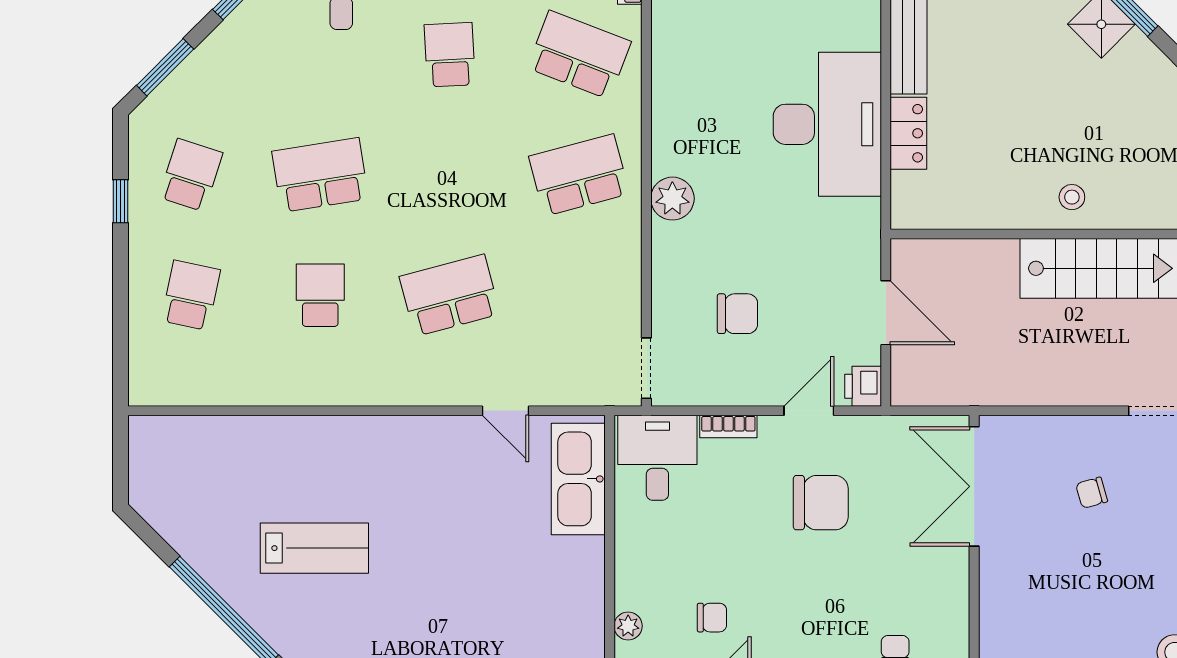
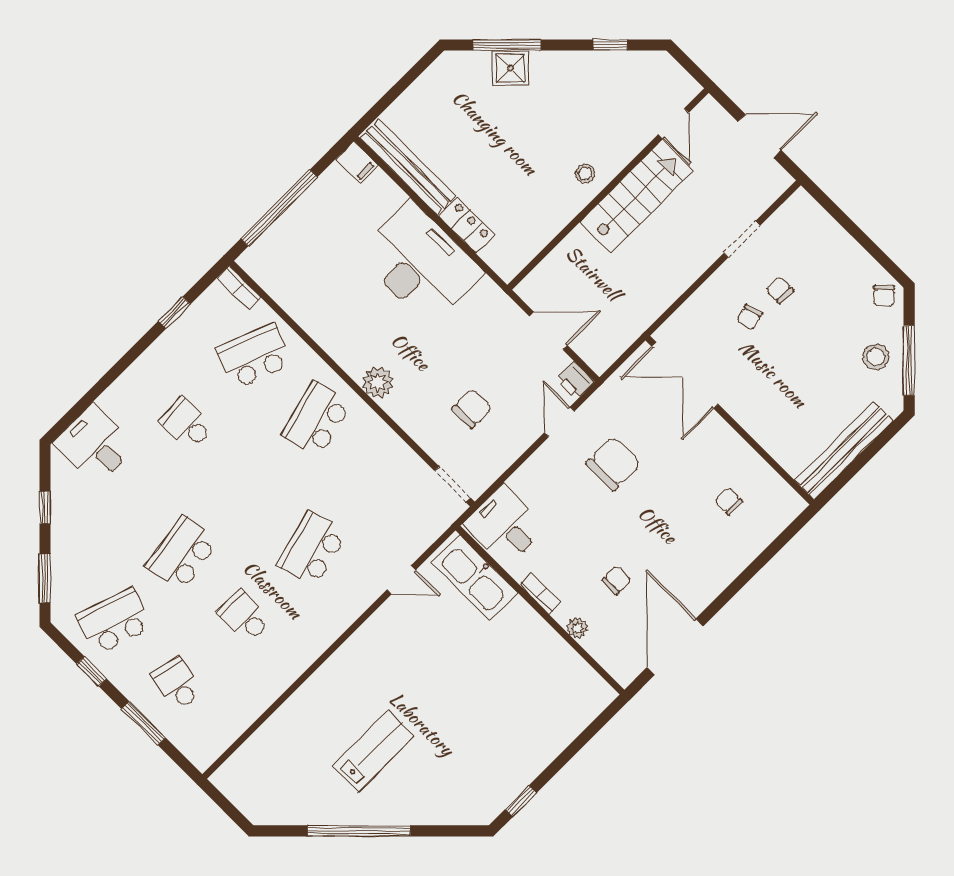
school desk: (191, 175) -> (115, 621), width x1.85
window: (121, 301) -> (144, 723), added
bookcase: (728, 427) -> (540, 594), moved, turned -90
chair: (1147, 495) -> (779, 290), added

